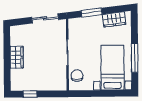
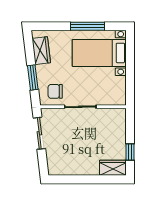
wardrobe: (17, 57) -> (113, 168), moved
chair: (77, 76) -> (55, 91), moved

